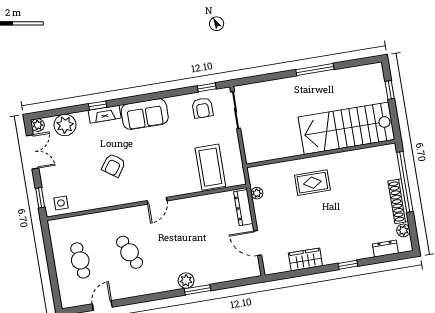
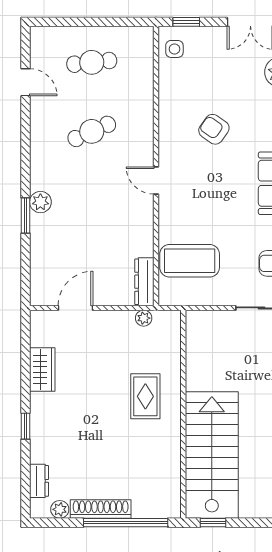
window: (390, 90) -> (213, 523), moved
dresser: (243, 208) -> (144, 282), moved, turned -90

